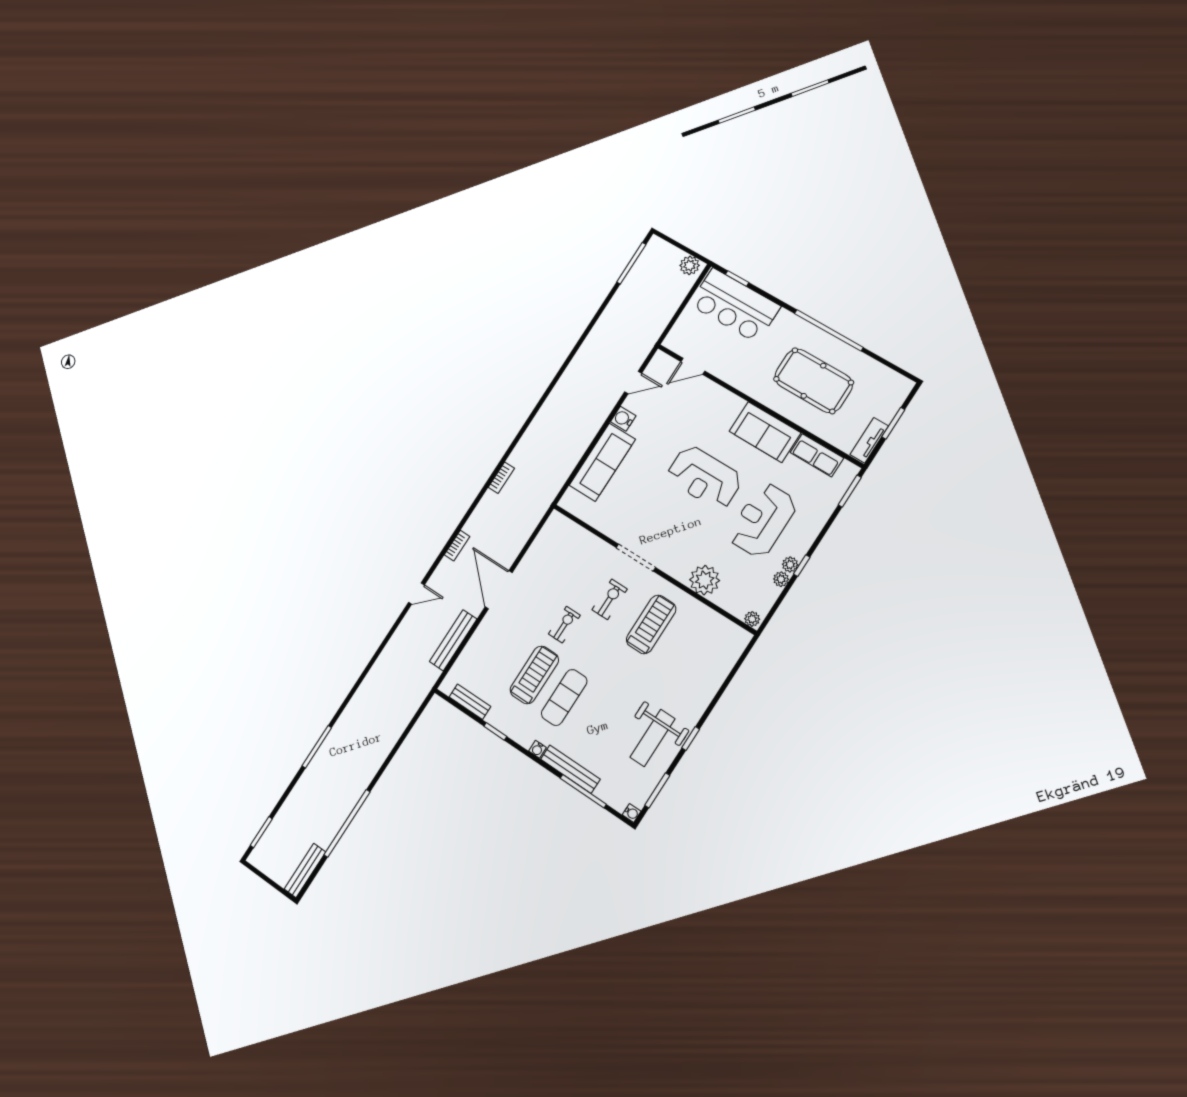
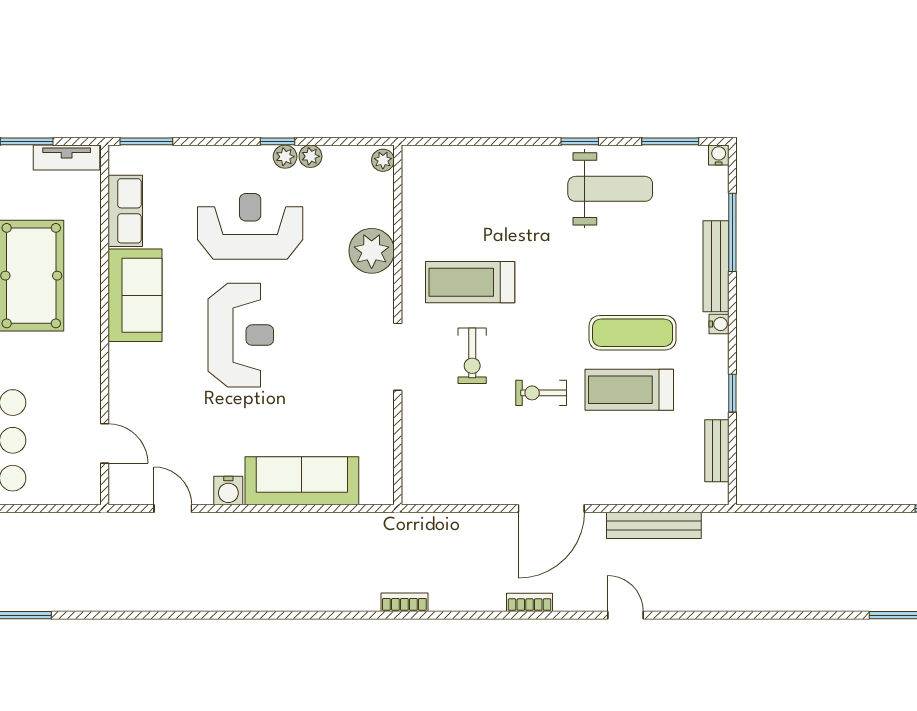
reception desk: (763, 520) -> (250, 226), turned 180
exercise bike: (610, 599) -> (472, 356), turned -90

